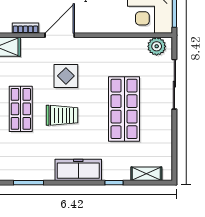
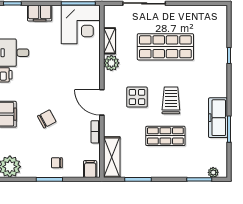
plant: (157, 46) -> (111, 63), moved
freezer: (78, 170) -> (218, 118), moved
shelving: (146, 174) -> (109, 41), moved

